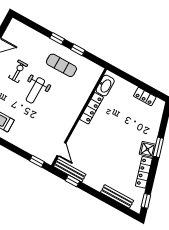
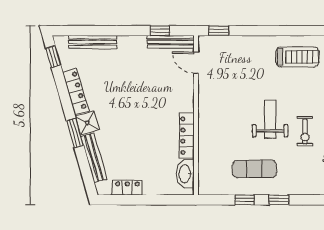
bench: (155, 126) -> (94, 158), added

